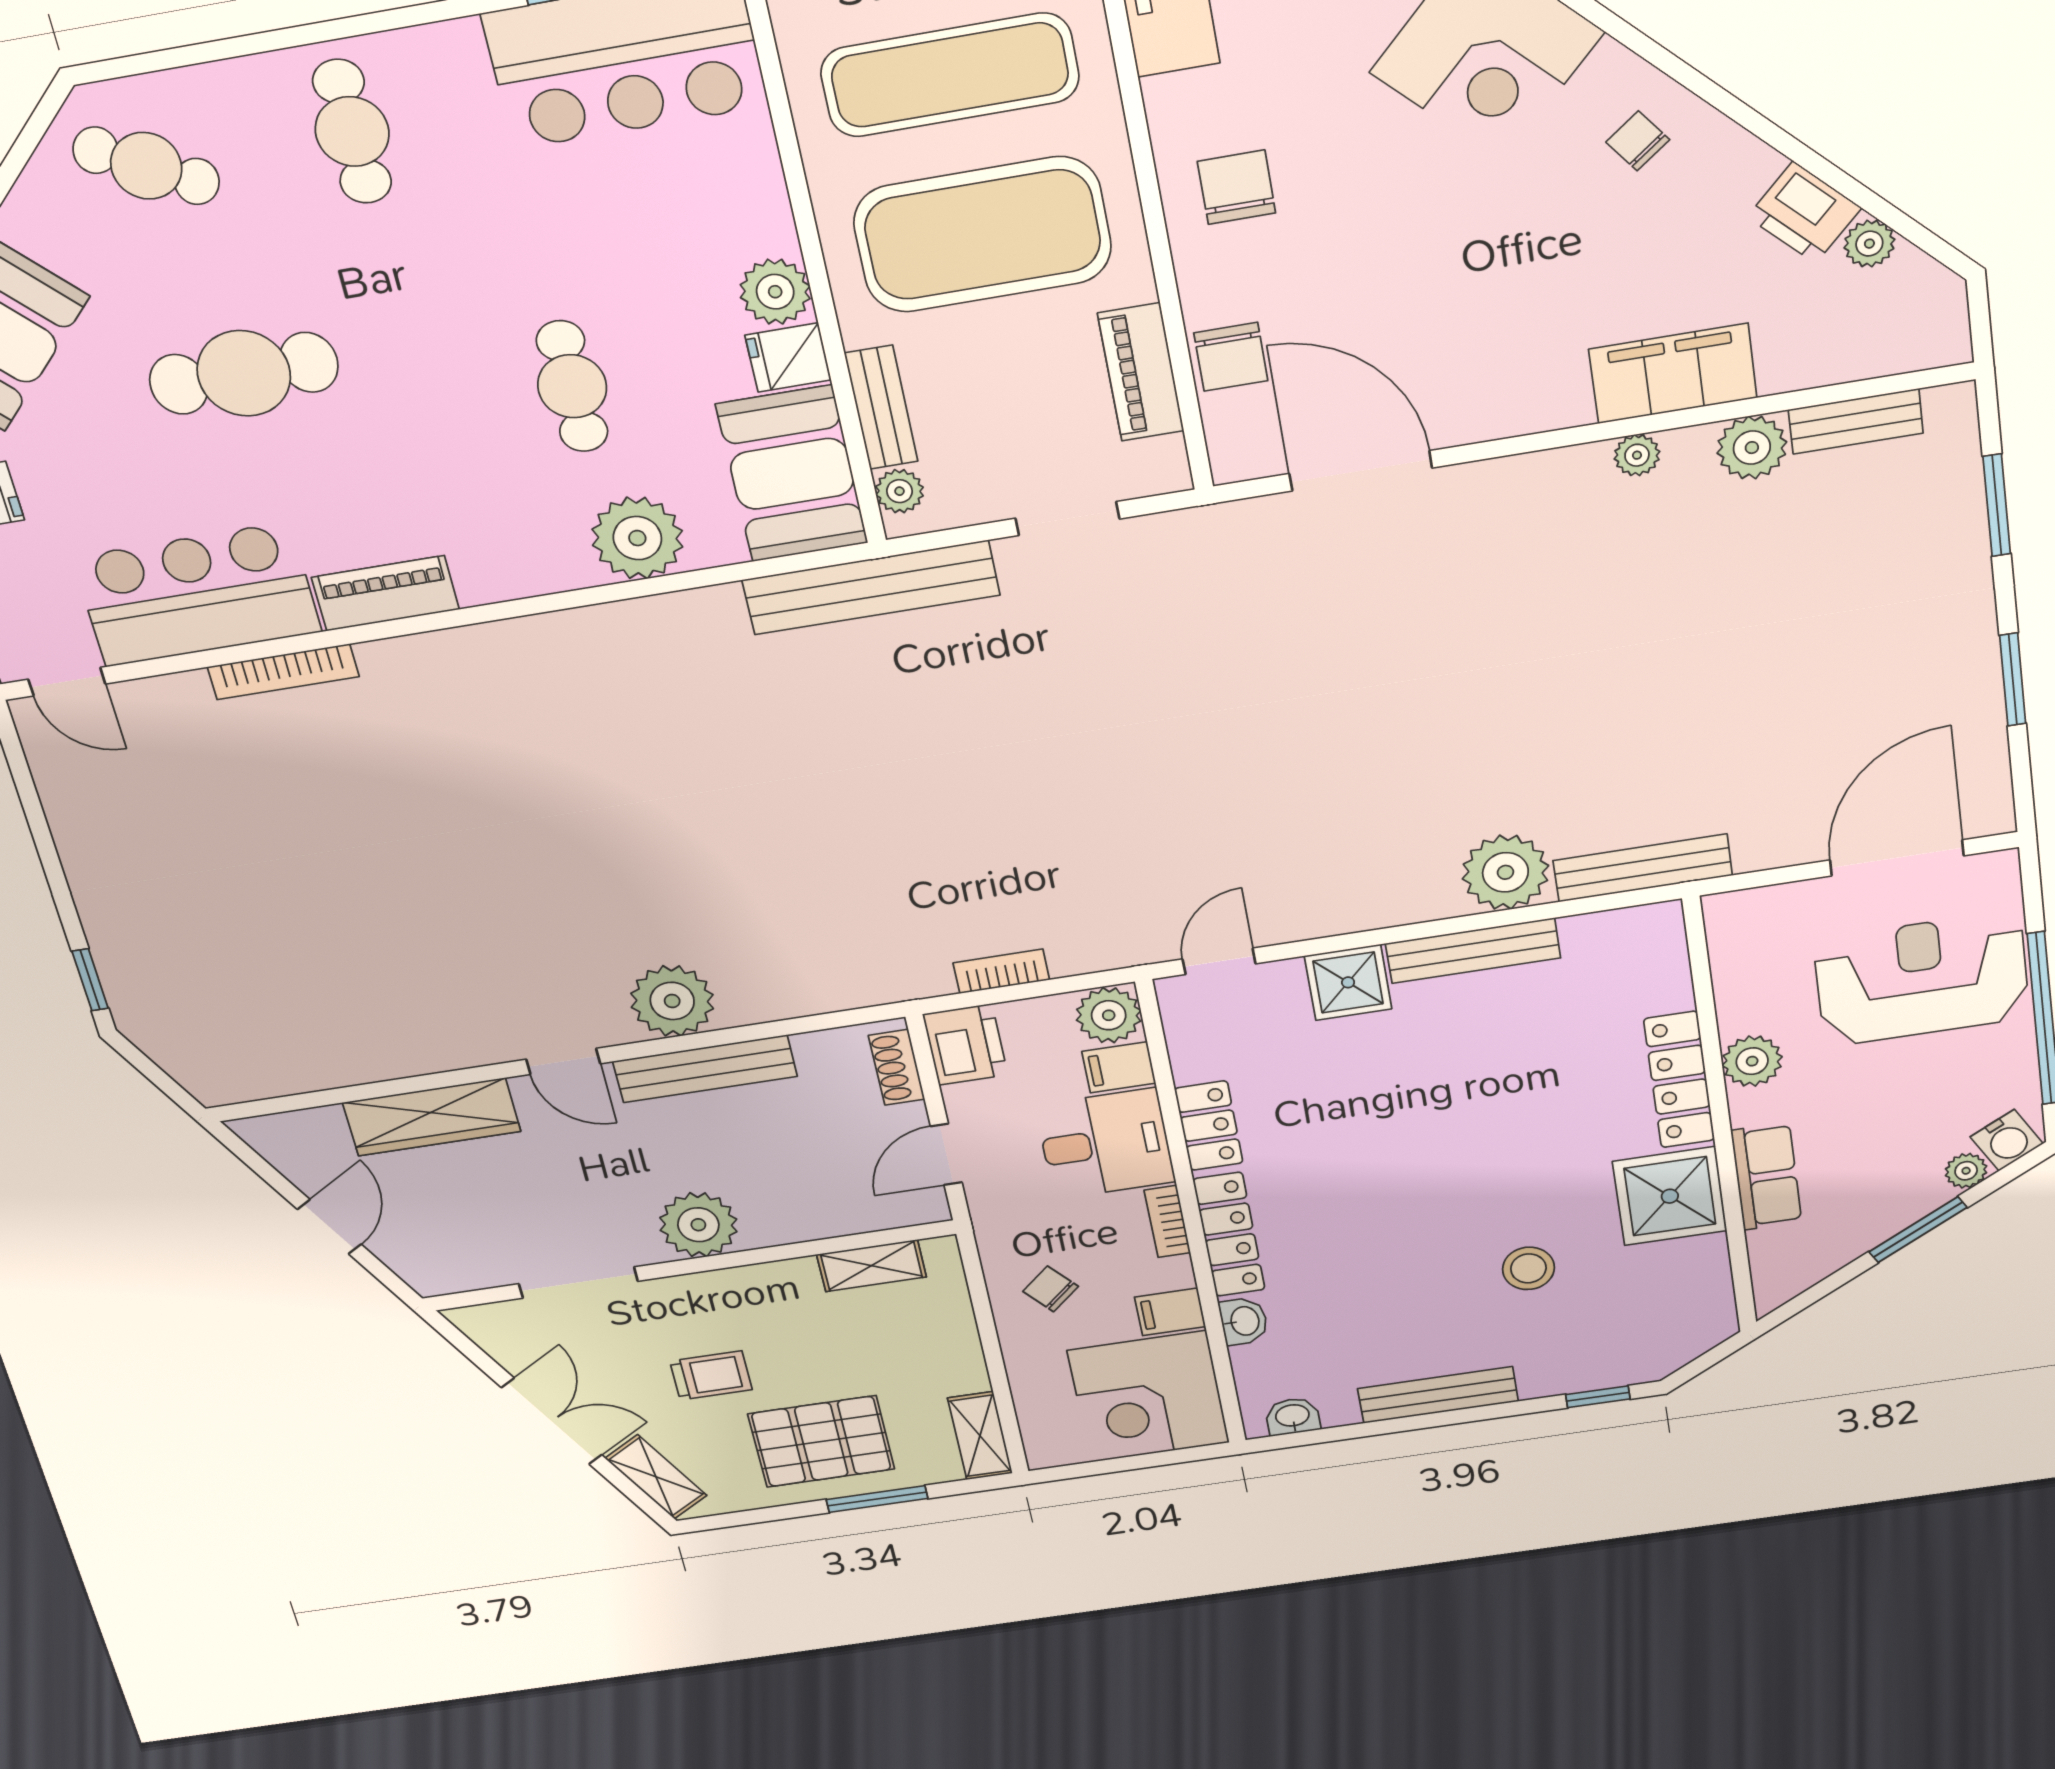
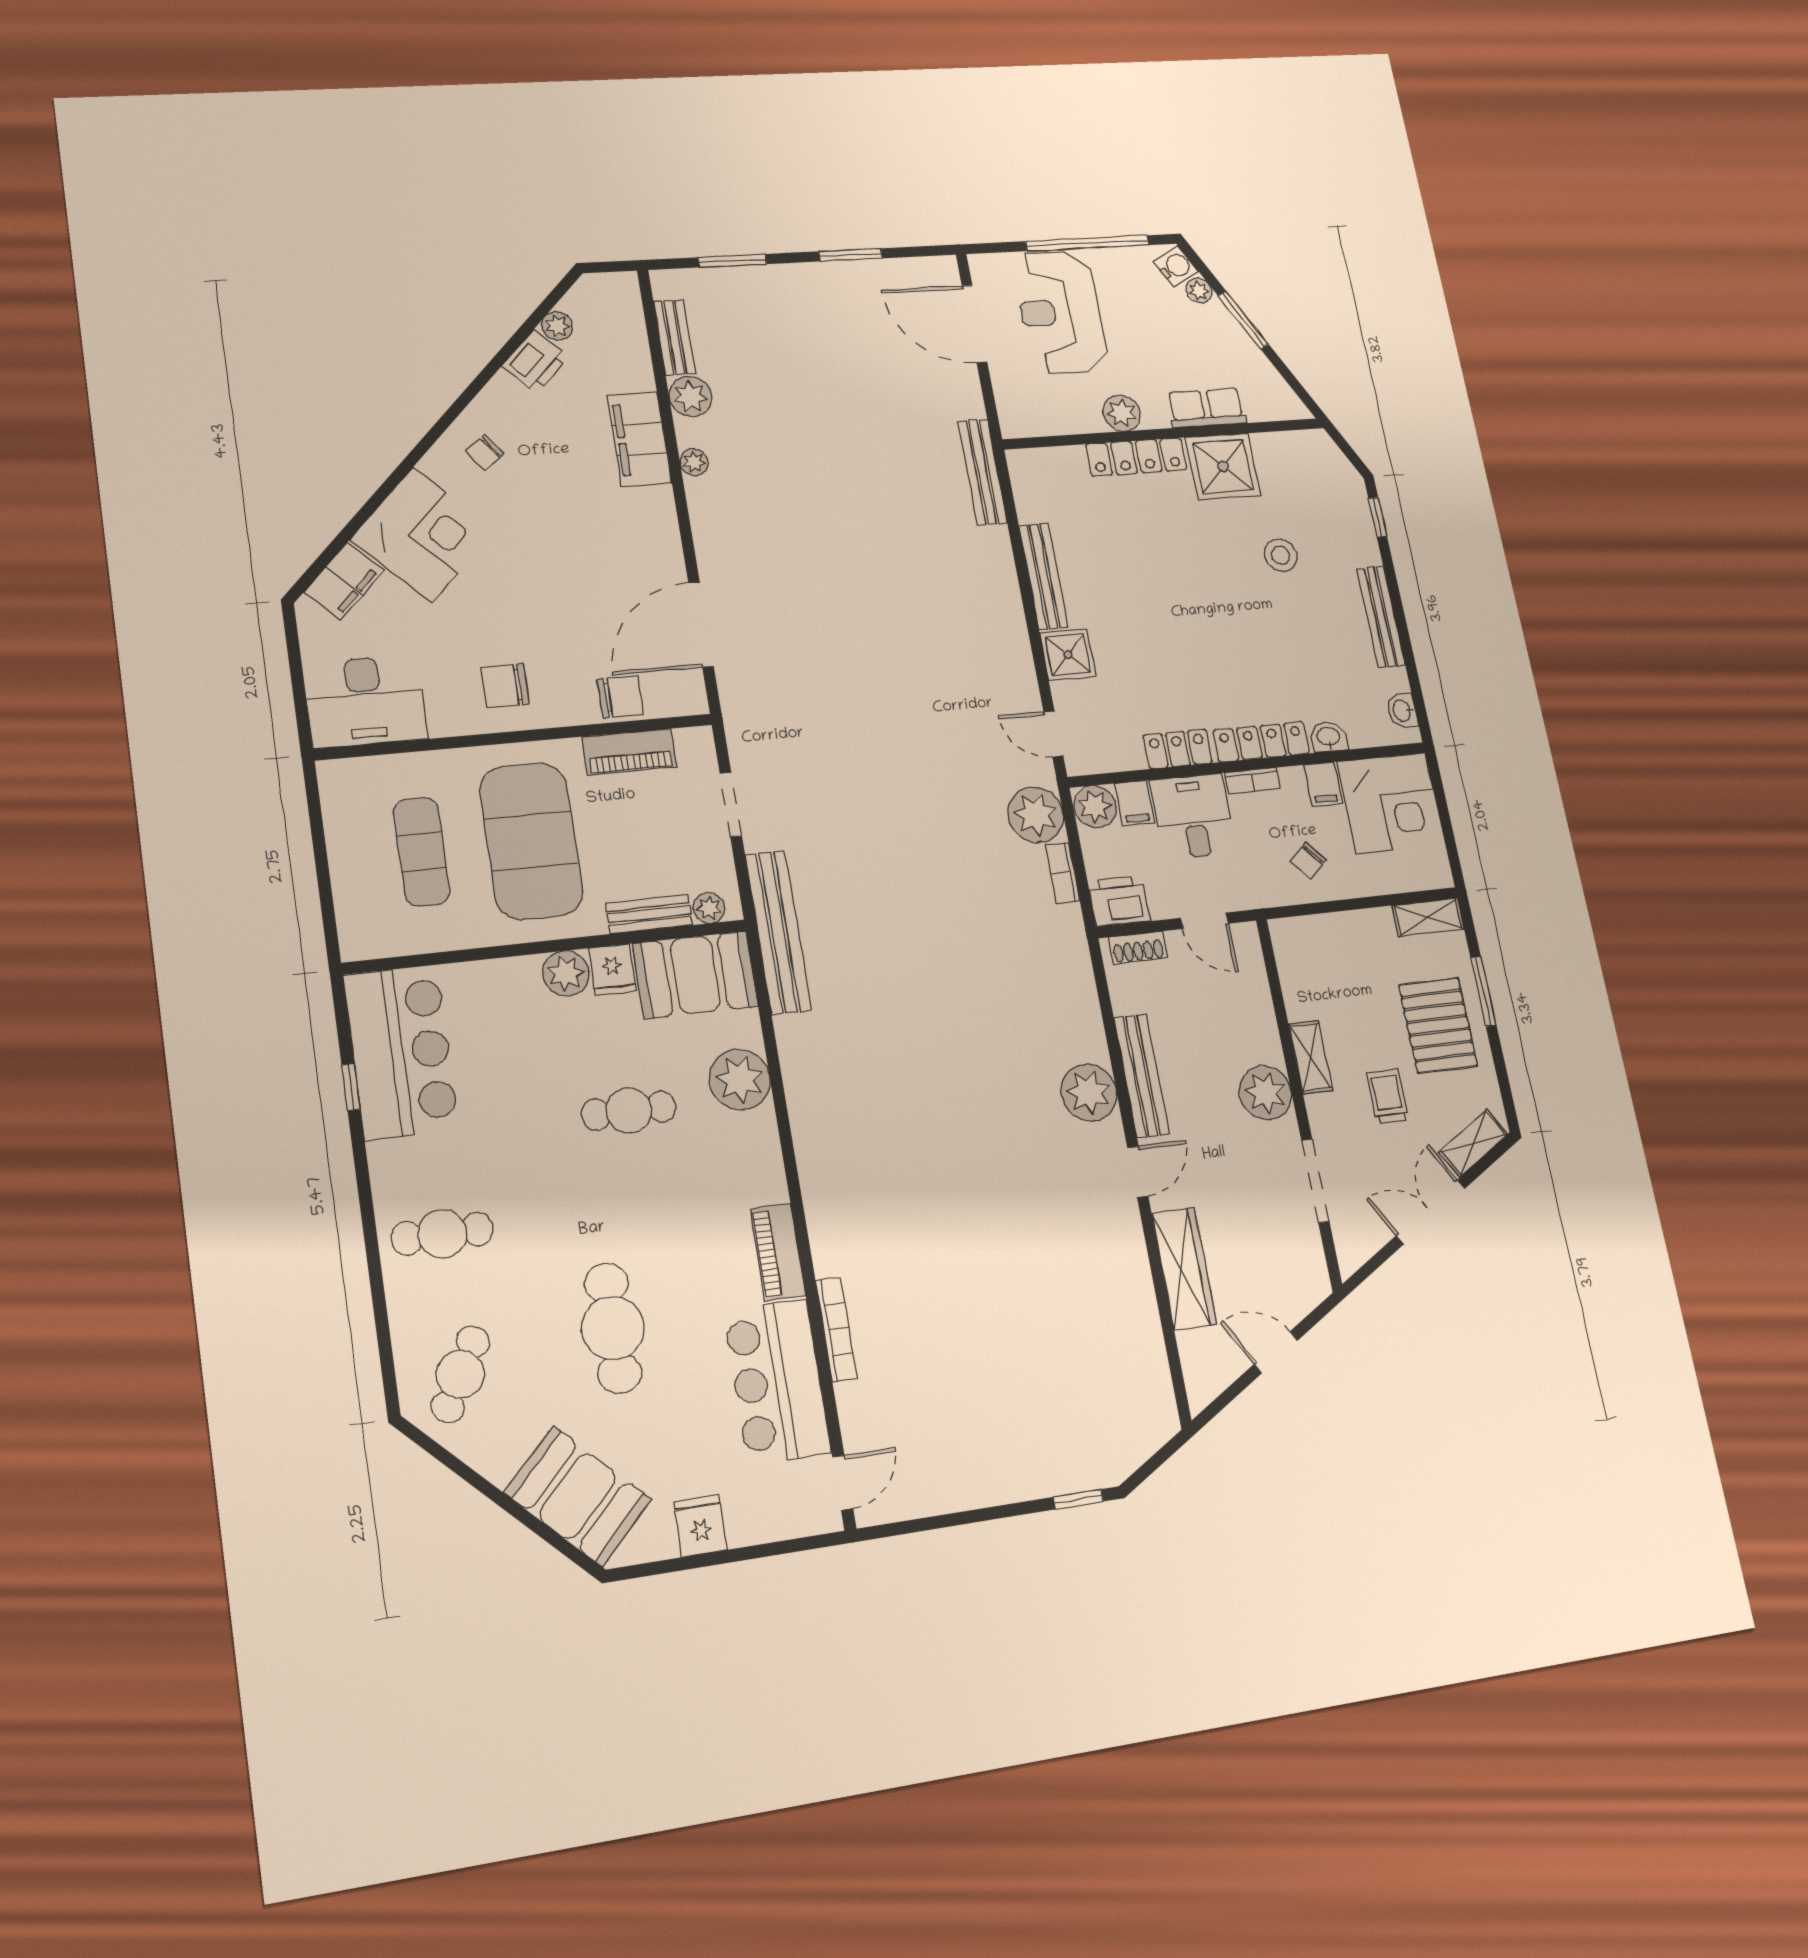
exercise mat: (950, 75) -> (422, 852), width x0.73, depth x0.69
plant: (1505, 872) -> (1036, 815), moved
shelving: (871, 1266) -> (1311, 1057), moved

